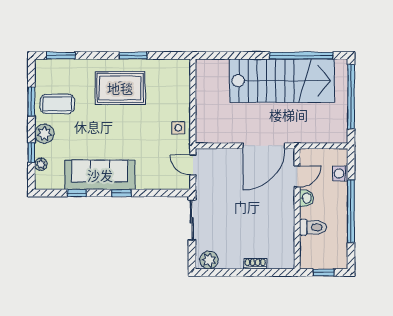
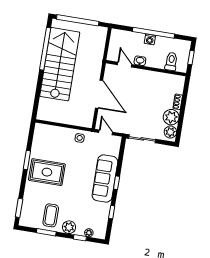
rug: (120, 88) -> (47, 172), turned 90
door: (264, 146) -> (99, 94), moved
door: (193, 165) -> (106, 132), swing flipped
washing machine: (340, 174) -> (150, 39), moved
sofa: (100, 175) -> (105, 179), moved
toilet: (313, 227) -> (171, 61), moved
plant: (231, 258) -> (171, 117), added

